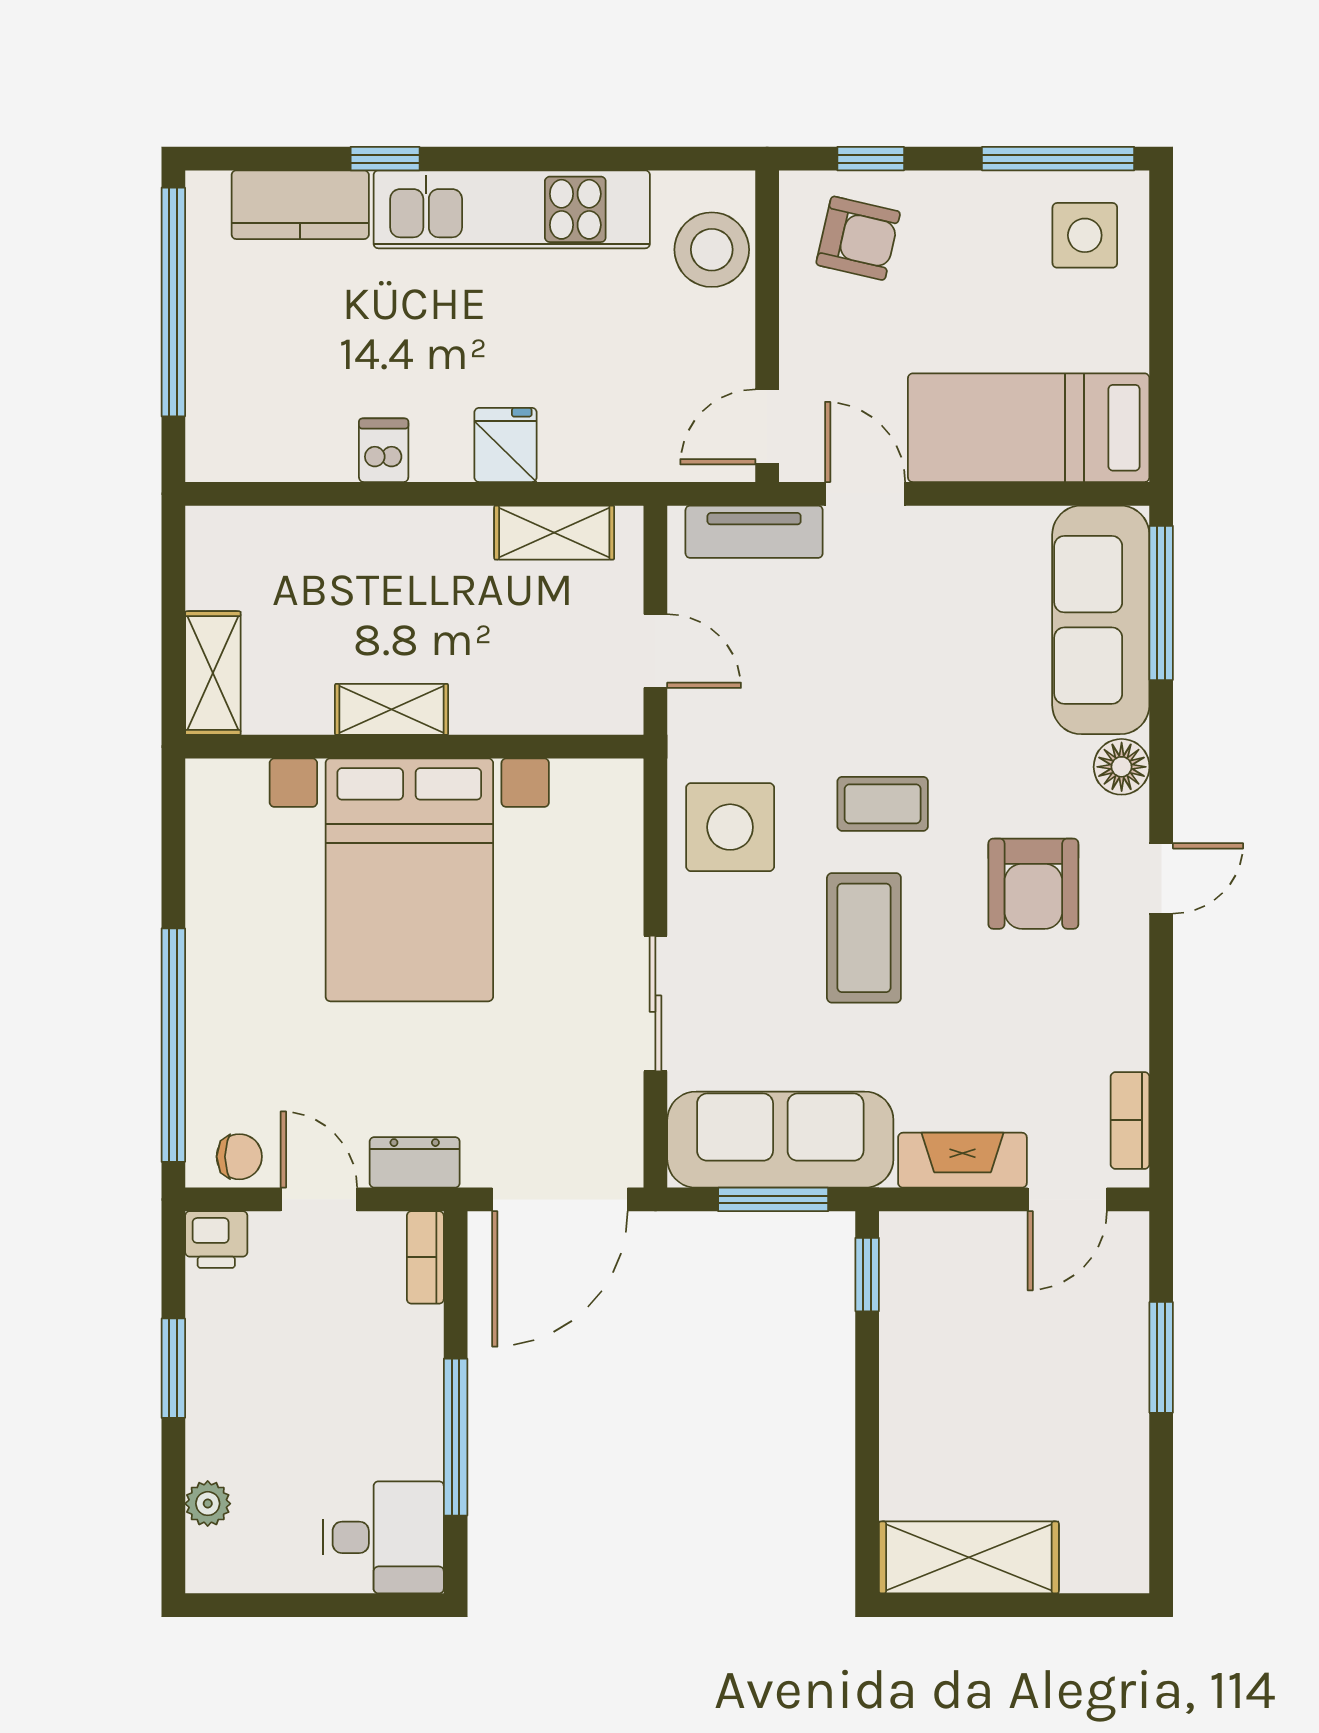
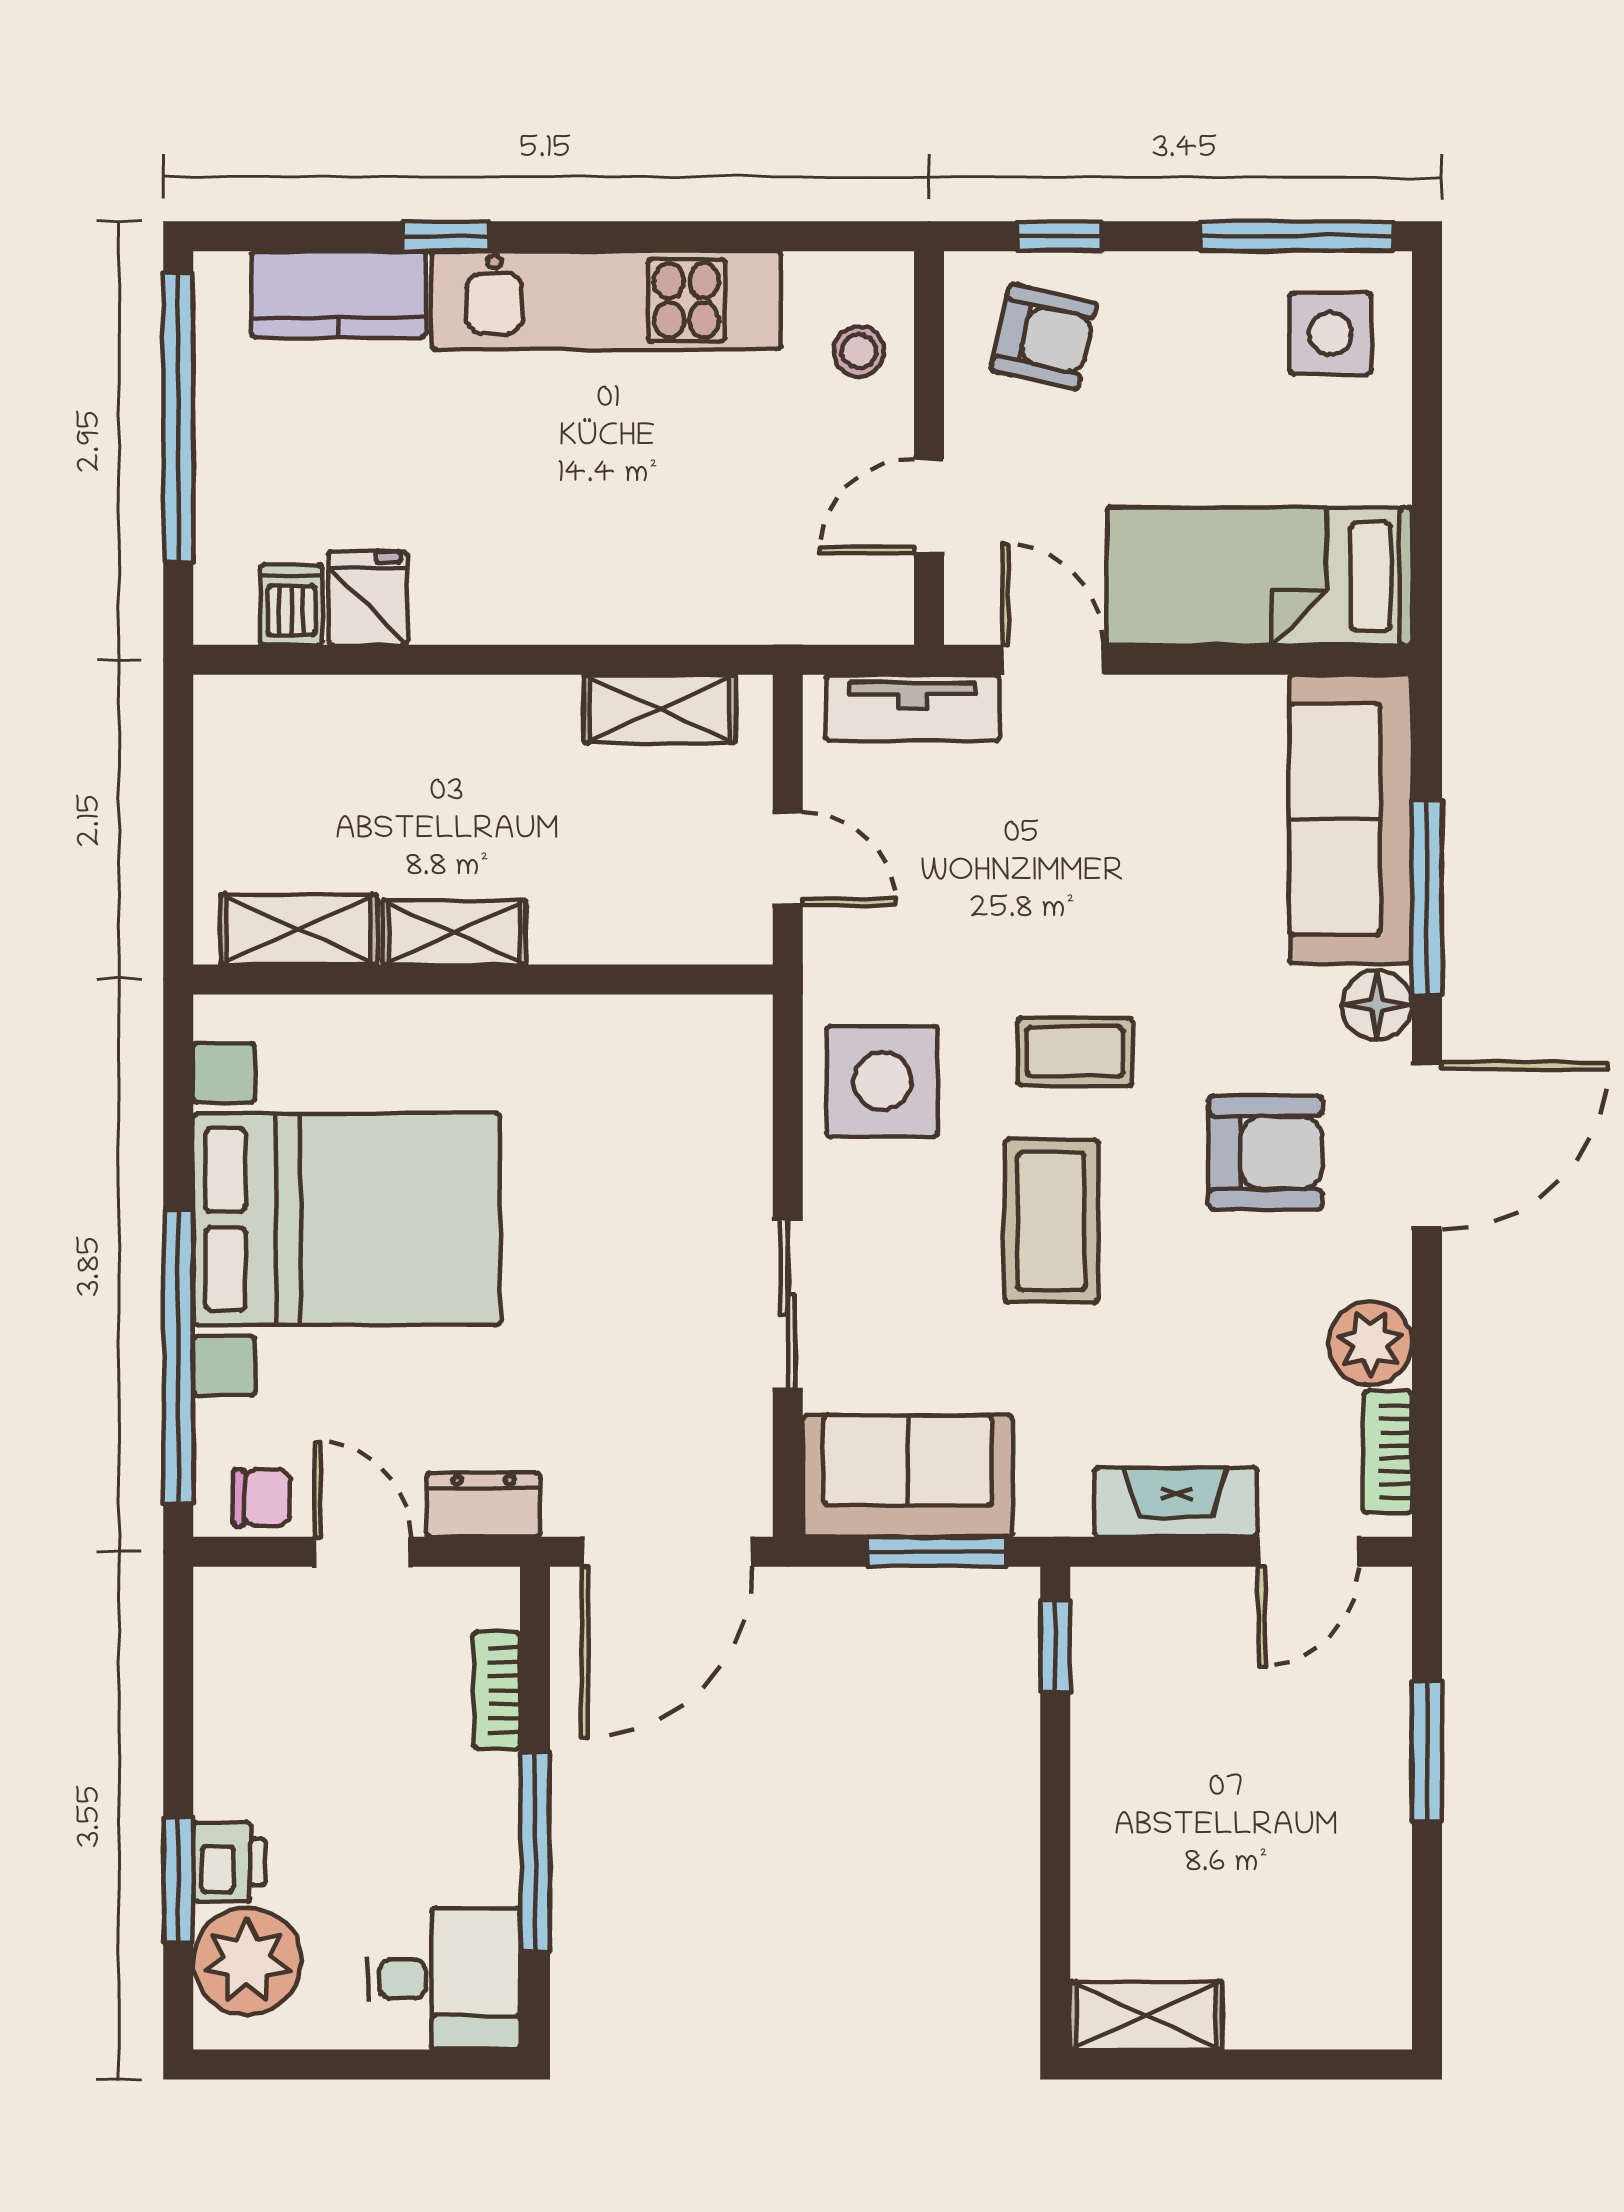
stool: (712, 250) -> (859, 351), width x0.53, depth x0.53
door: (767, 427) -> (929, 506), moved
fridge: (506, 445) -> (368, 598), moved
dishwasher: (384, 450) -> (291, 605), moved
window: (1161, 603) -> (1427, 898), moved
shelving: (213, 673) -> (299, 929), moved, turned 90
door: (1161, 878) -> (1427, 1146), width x1.87
bed with nightstands: (409, 880) -> (347, 1219), moved, turned -90
armchair: (1033, 884) -> (1265, 1153), turned -90
plant: (1116, 1034) -> (1370, 1343), added
sofa: (780, 1140) -> (908, 1476), width x0.73
printer: (216, 1240) -> (229, 1862), moved, turned -90
bookcase: (425, 1257) -> (497, 1690), moved
window: (173, 1368) -> (178, 1880), moved
plant: (208, 1504) -> (247, 1961), width x1.88, depth x1.88
shelving: (969, 1557) -> (1146, 2016), width x0.67, depth x0.75

